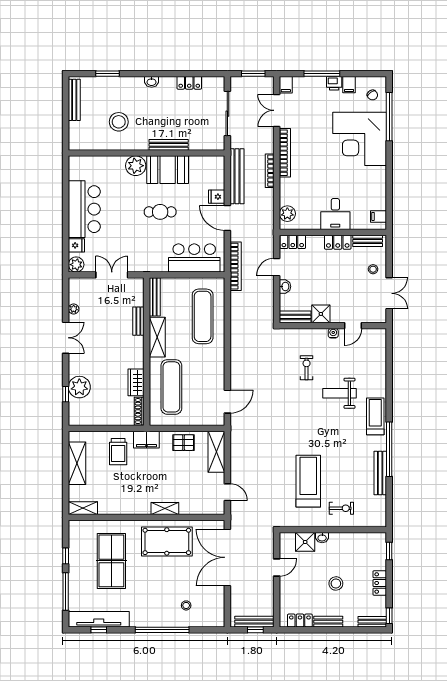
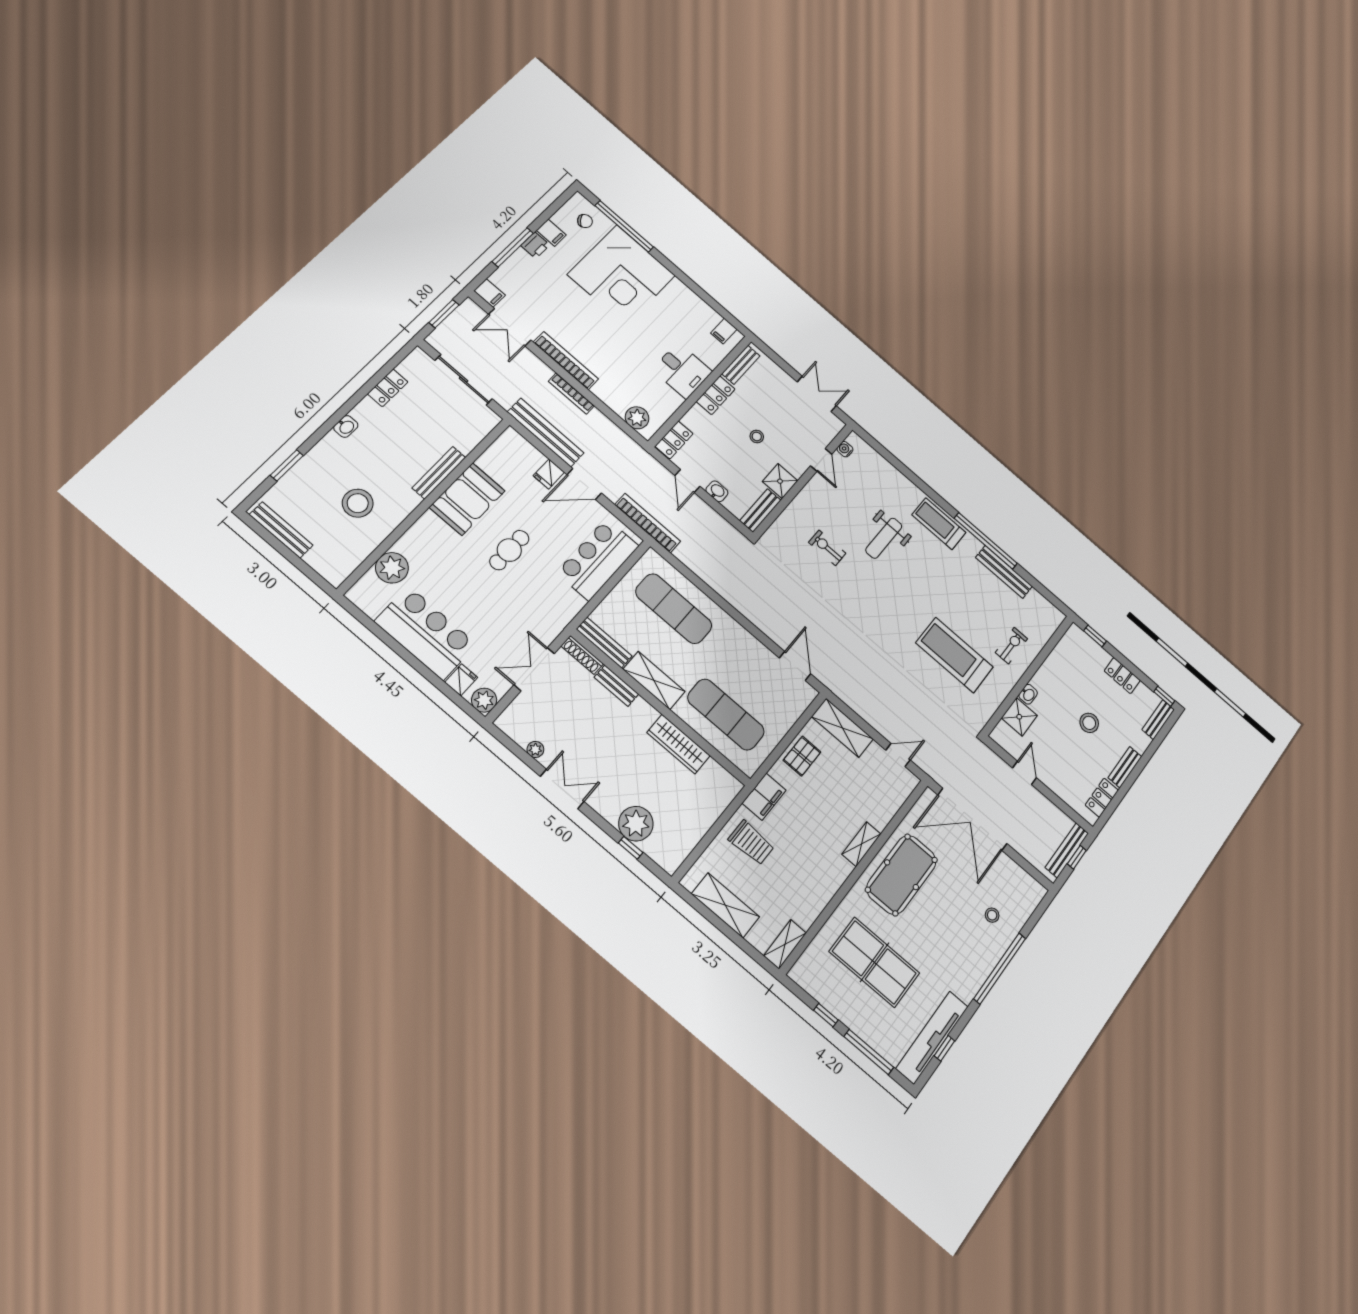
plant: (136, 166) -> (392, 568), moved
stool: (373, 269) -> (757, 436), moved
water cooler: (333, 333) -> (845, 449), moved
wardrobe: (136, 382) -> (678, 744), width x1.50
shoe rack: (139, 411) -> (582, 655), moved

